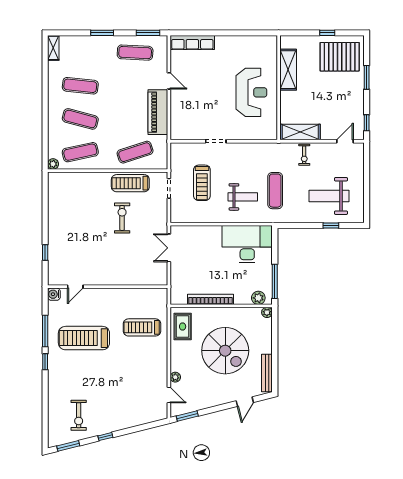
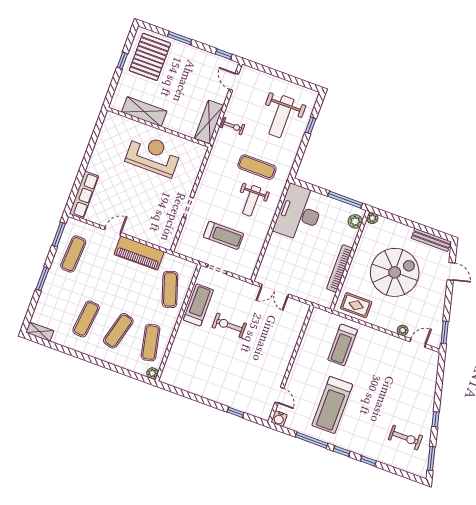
treadmill: (130, 183) -> (198, 305), turned 180
weight bench: (243, 197) -> (252, 201), turned 180
window: (45, 389) -> (368, 461), added

